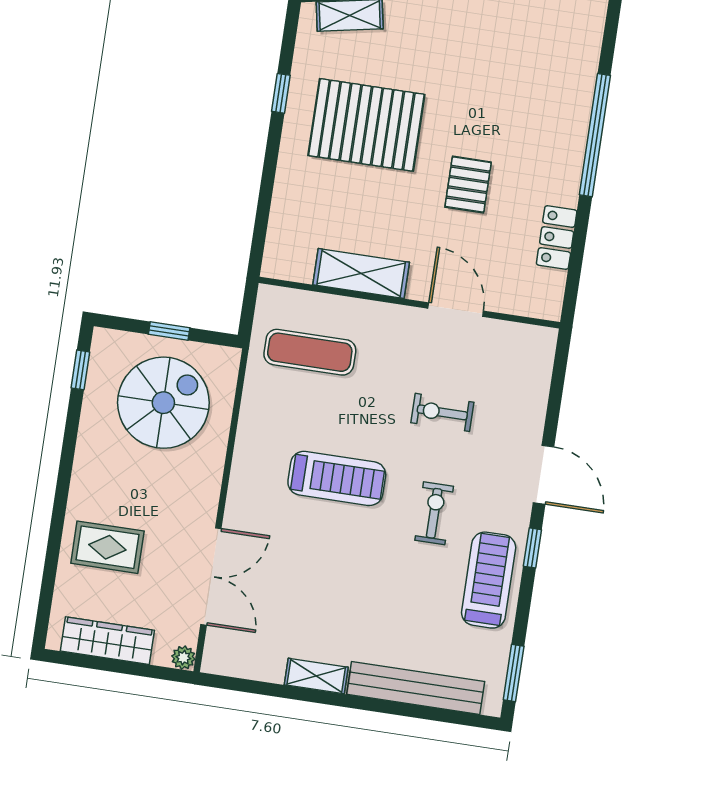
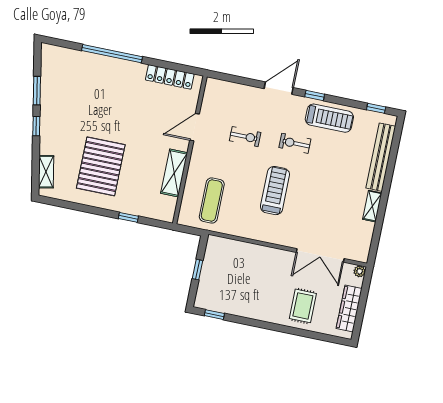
window: (281, 93) -> (128, 217), moved
pallet: (468, 185) -> (133, 118), removed
locker: (557, 238) -> (170, 77), width x1.53
spiral stairs: (163, 403) -> (233, 274), removed
exercise bike: (442, 412) -> (245, 137), turned -90
double door: (211, 577) -> (320, 255), swing flipped
treadmill: (489, 580) -> (329, 118), turned 180
window: (514, 673) -> (376, 108), width x0.67

